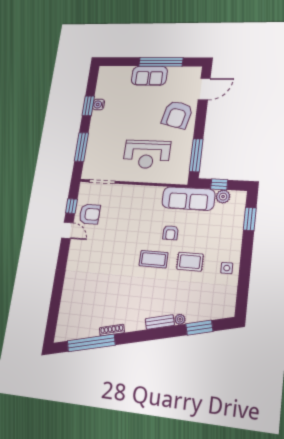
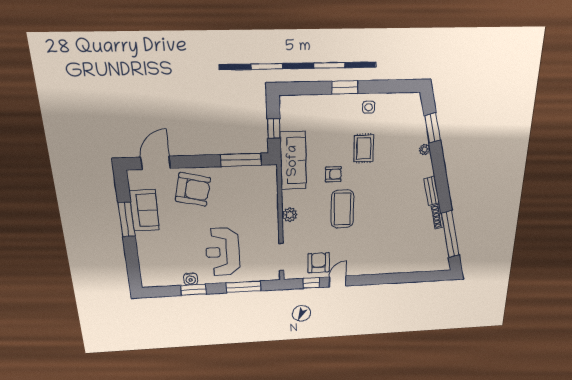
window: (161, 62) -> (127, 219), width x0.68
sofa: (149, 76) -> (144, 210), moved
door: (204, 89) -> (156, 163), hinge flipped
reception desk: (147, 154) -> (223, 252), moved, turned 180
plant: (223, 197) -> (290, 215), moved
window: (250, 219) -> (345, 87), moved
coffee table: (154, 259) -> (342, 209), moved, width x1.36, depth x1.32
bench: (160, 322) -> (432, 191), moved

